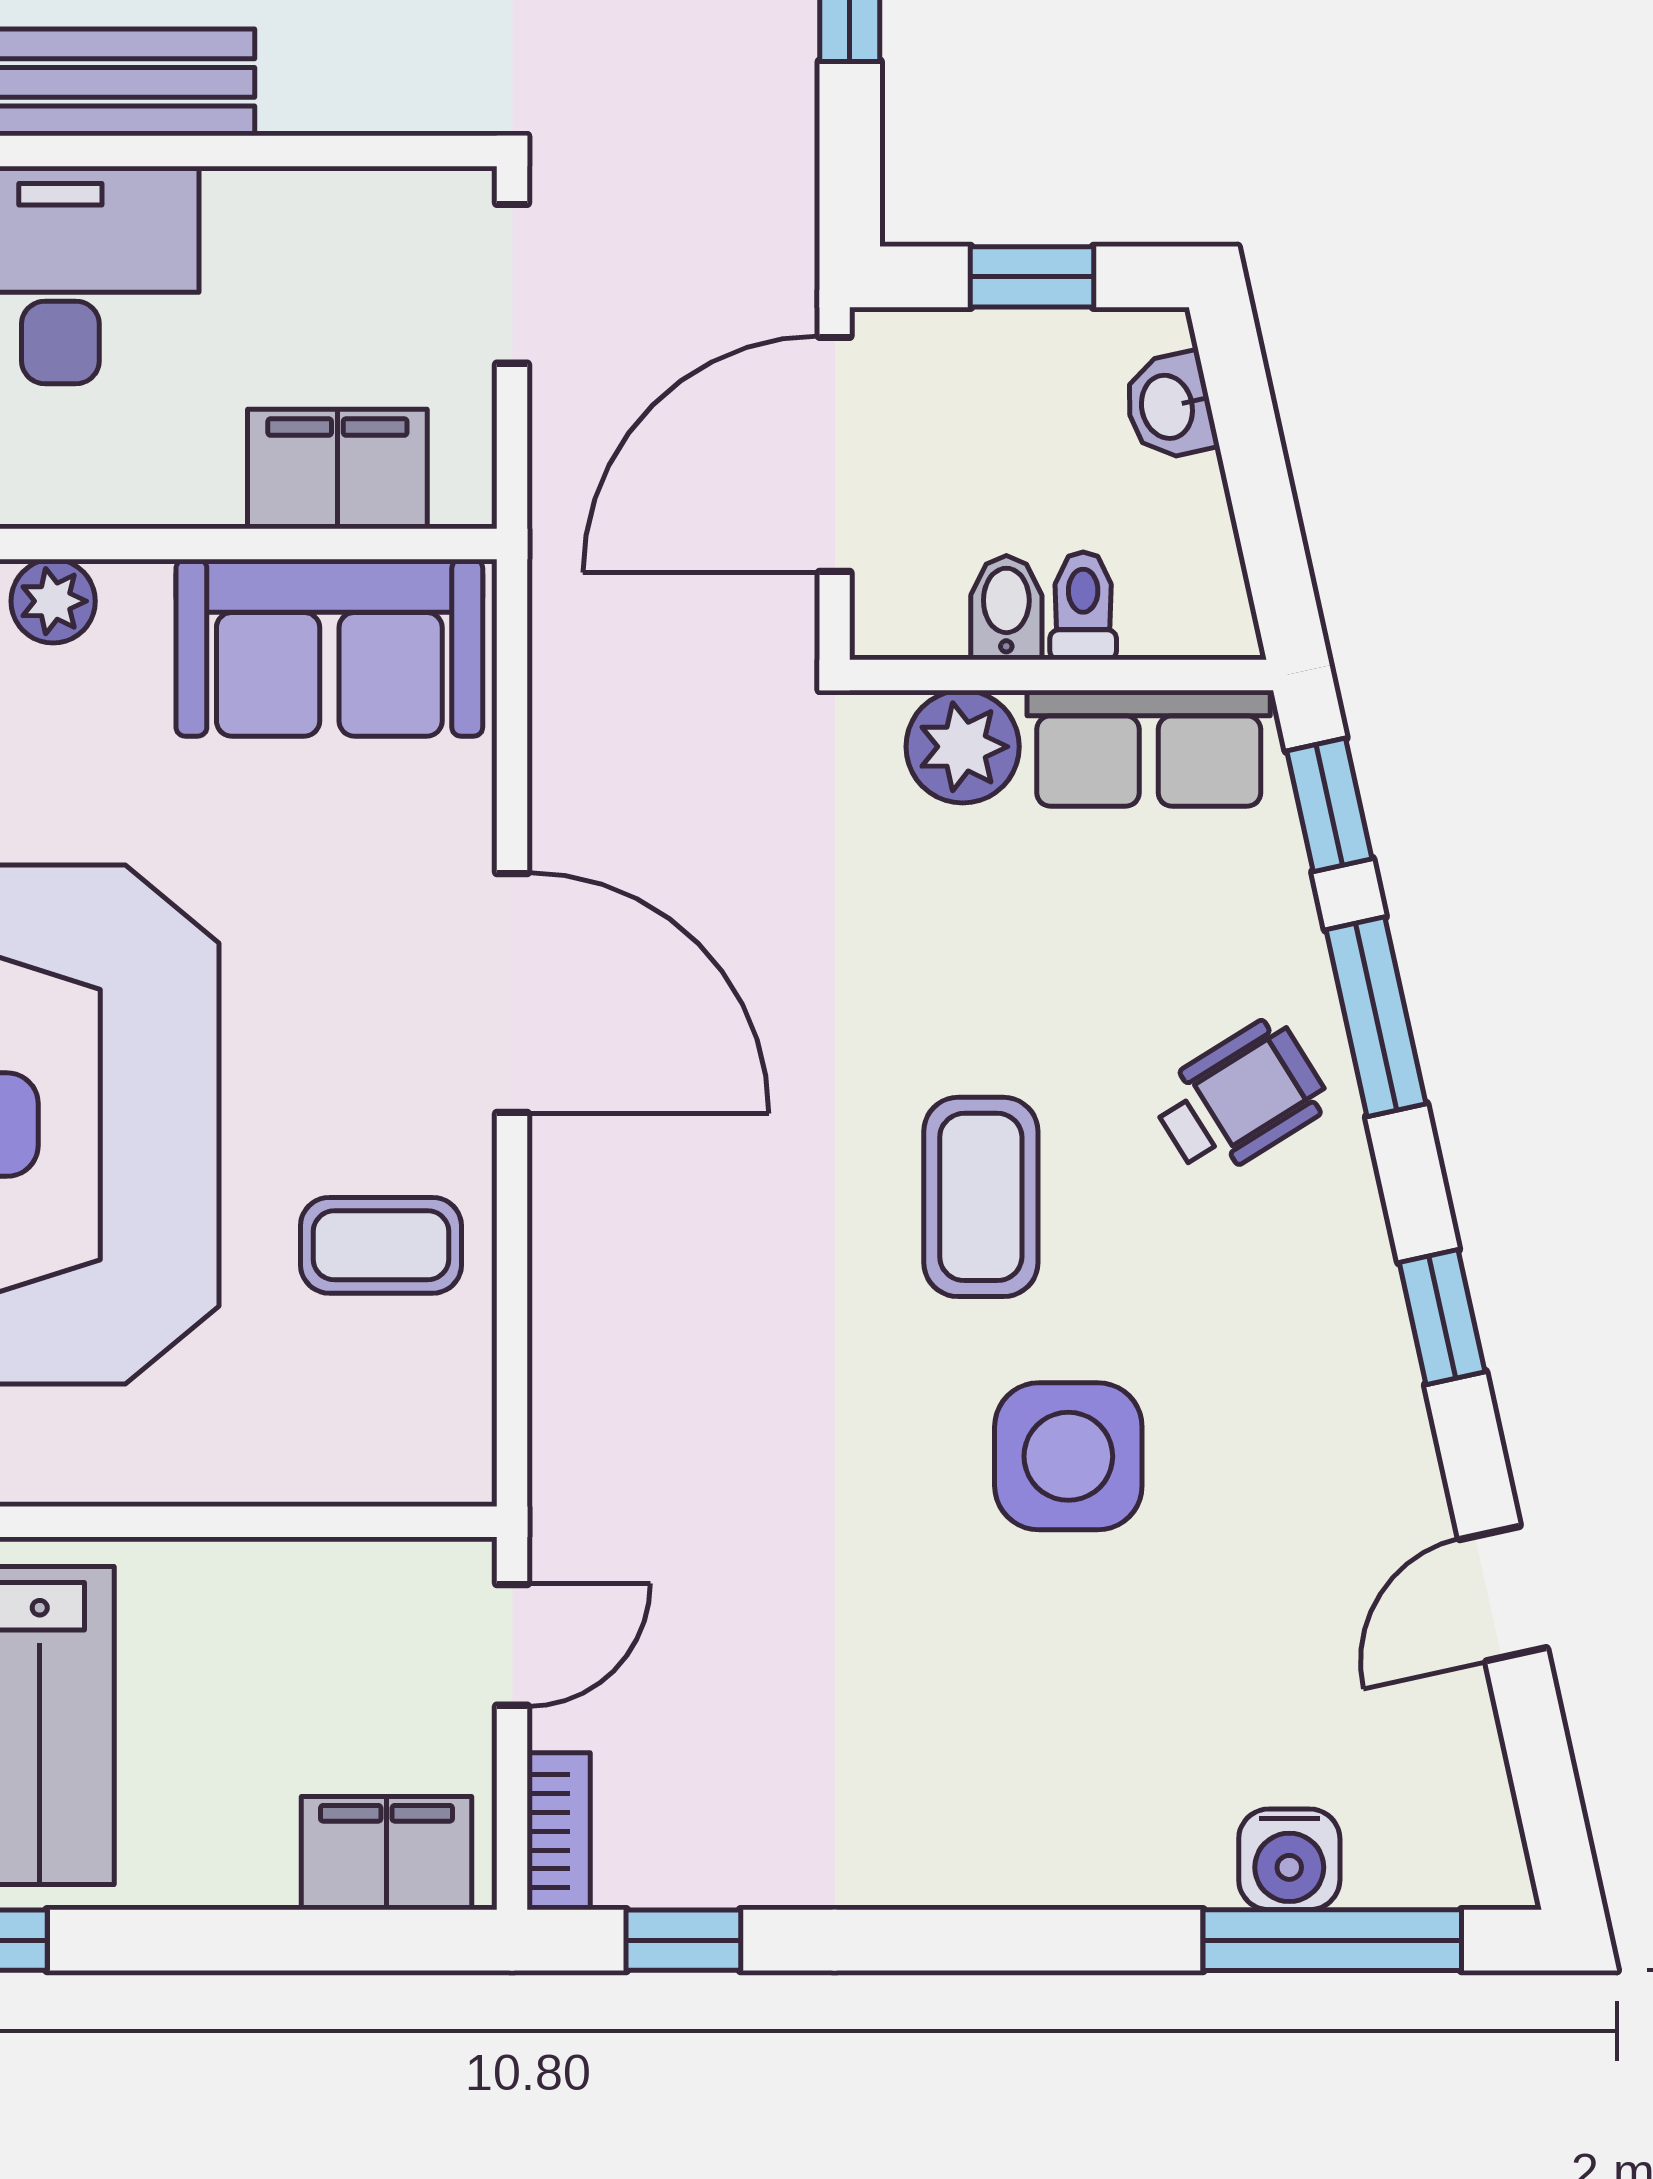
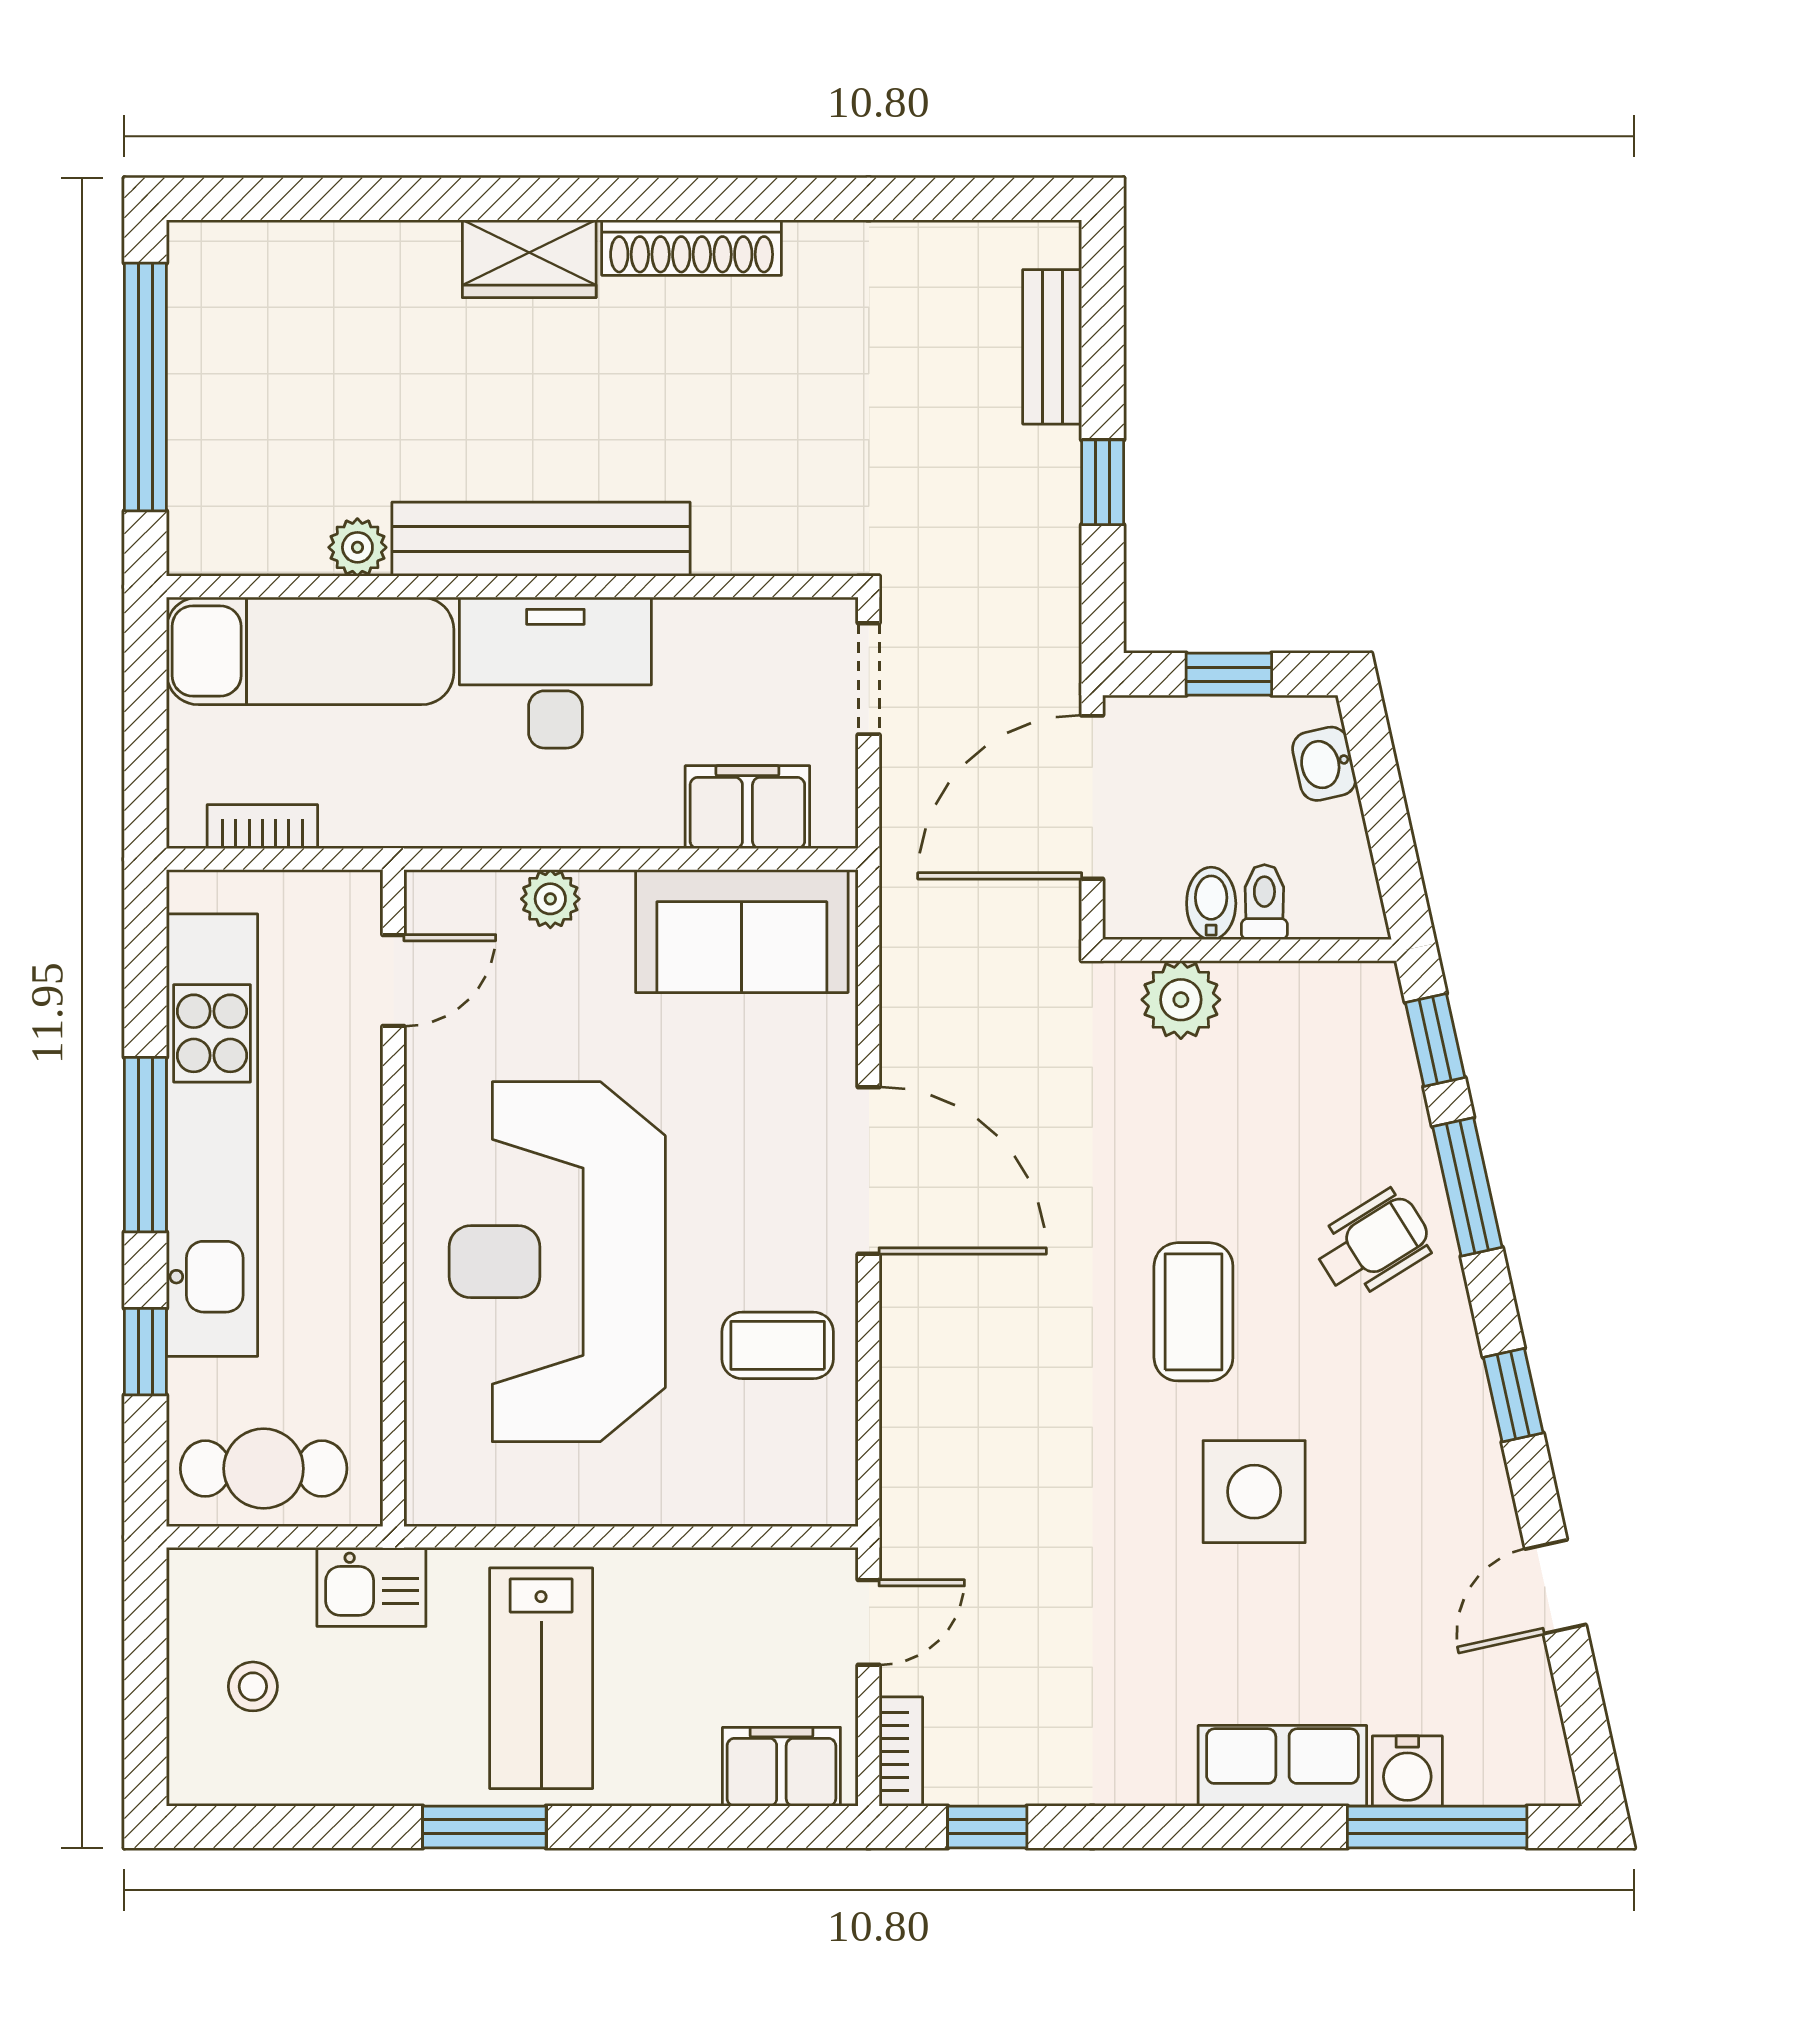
row of seats: (1149, 748) -> (1282, 1766), moved, turned 180

